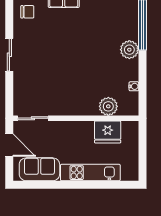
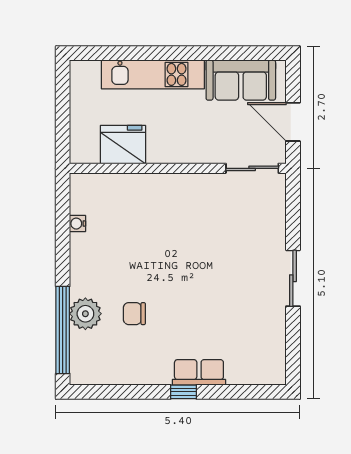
chair: (27, 12) -> (134, 314), moved
plant: (129, 50) -> (85, 314), moved
plant: (108, 106) -> (122, 189), removed

